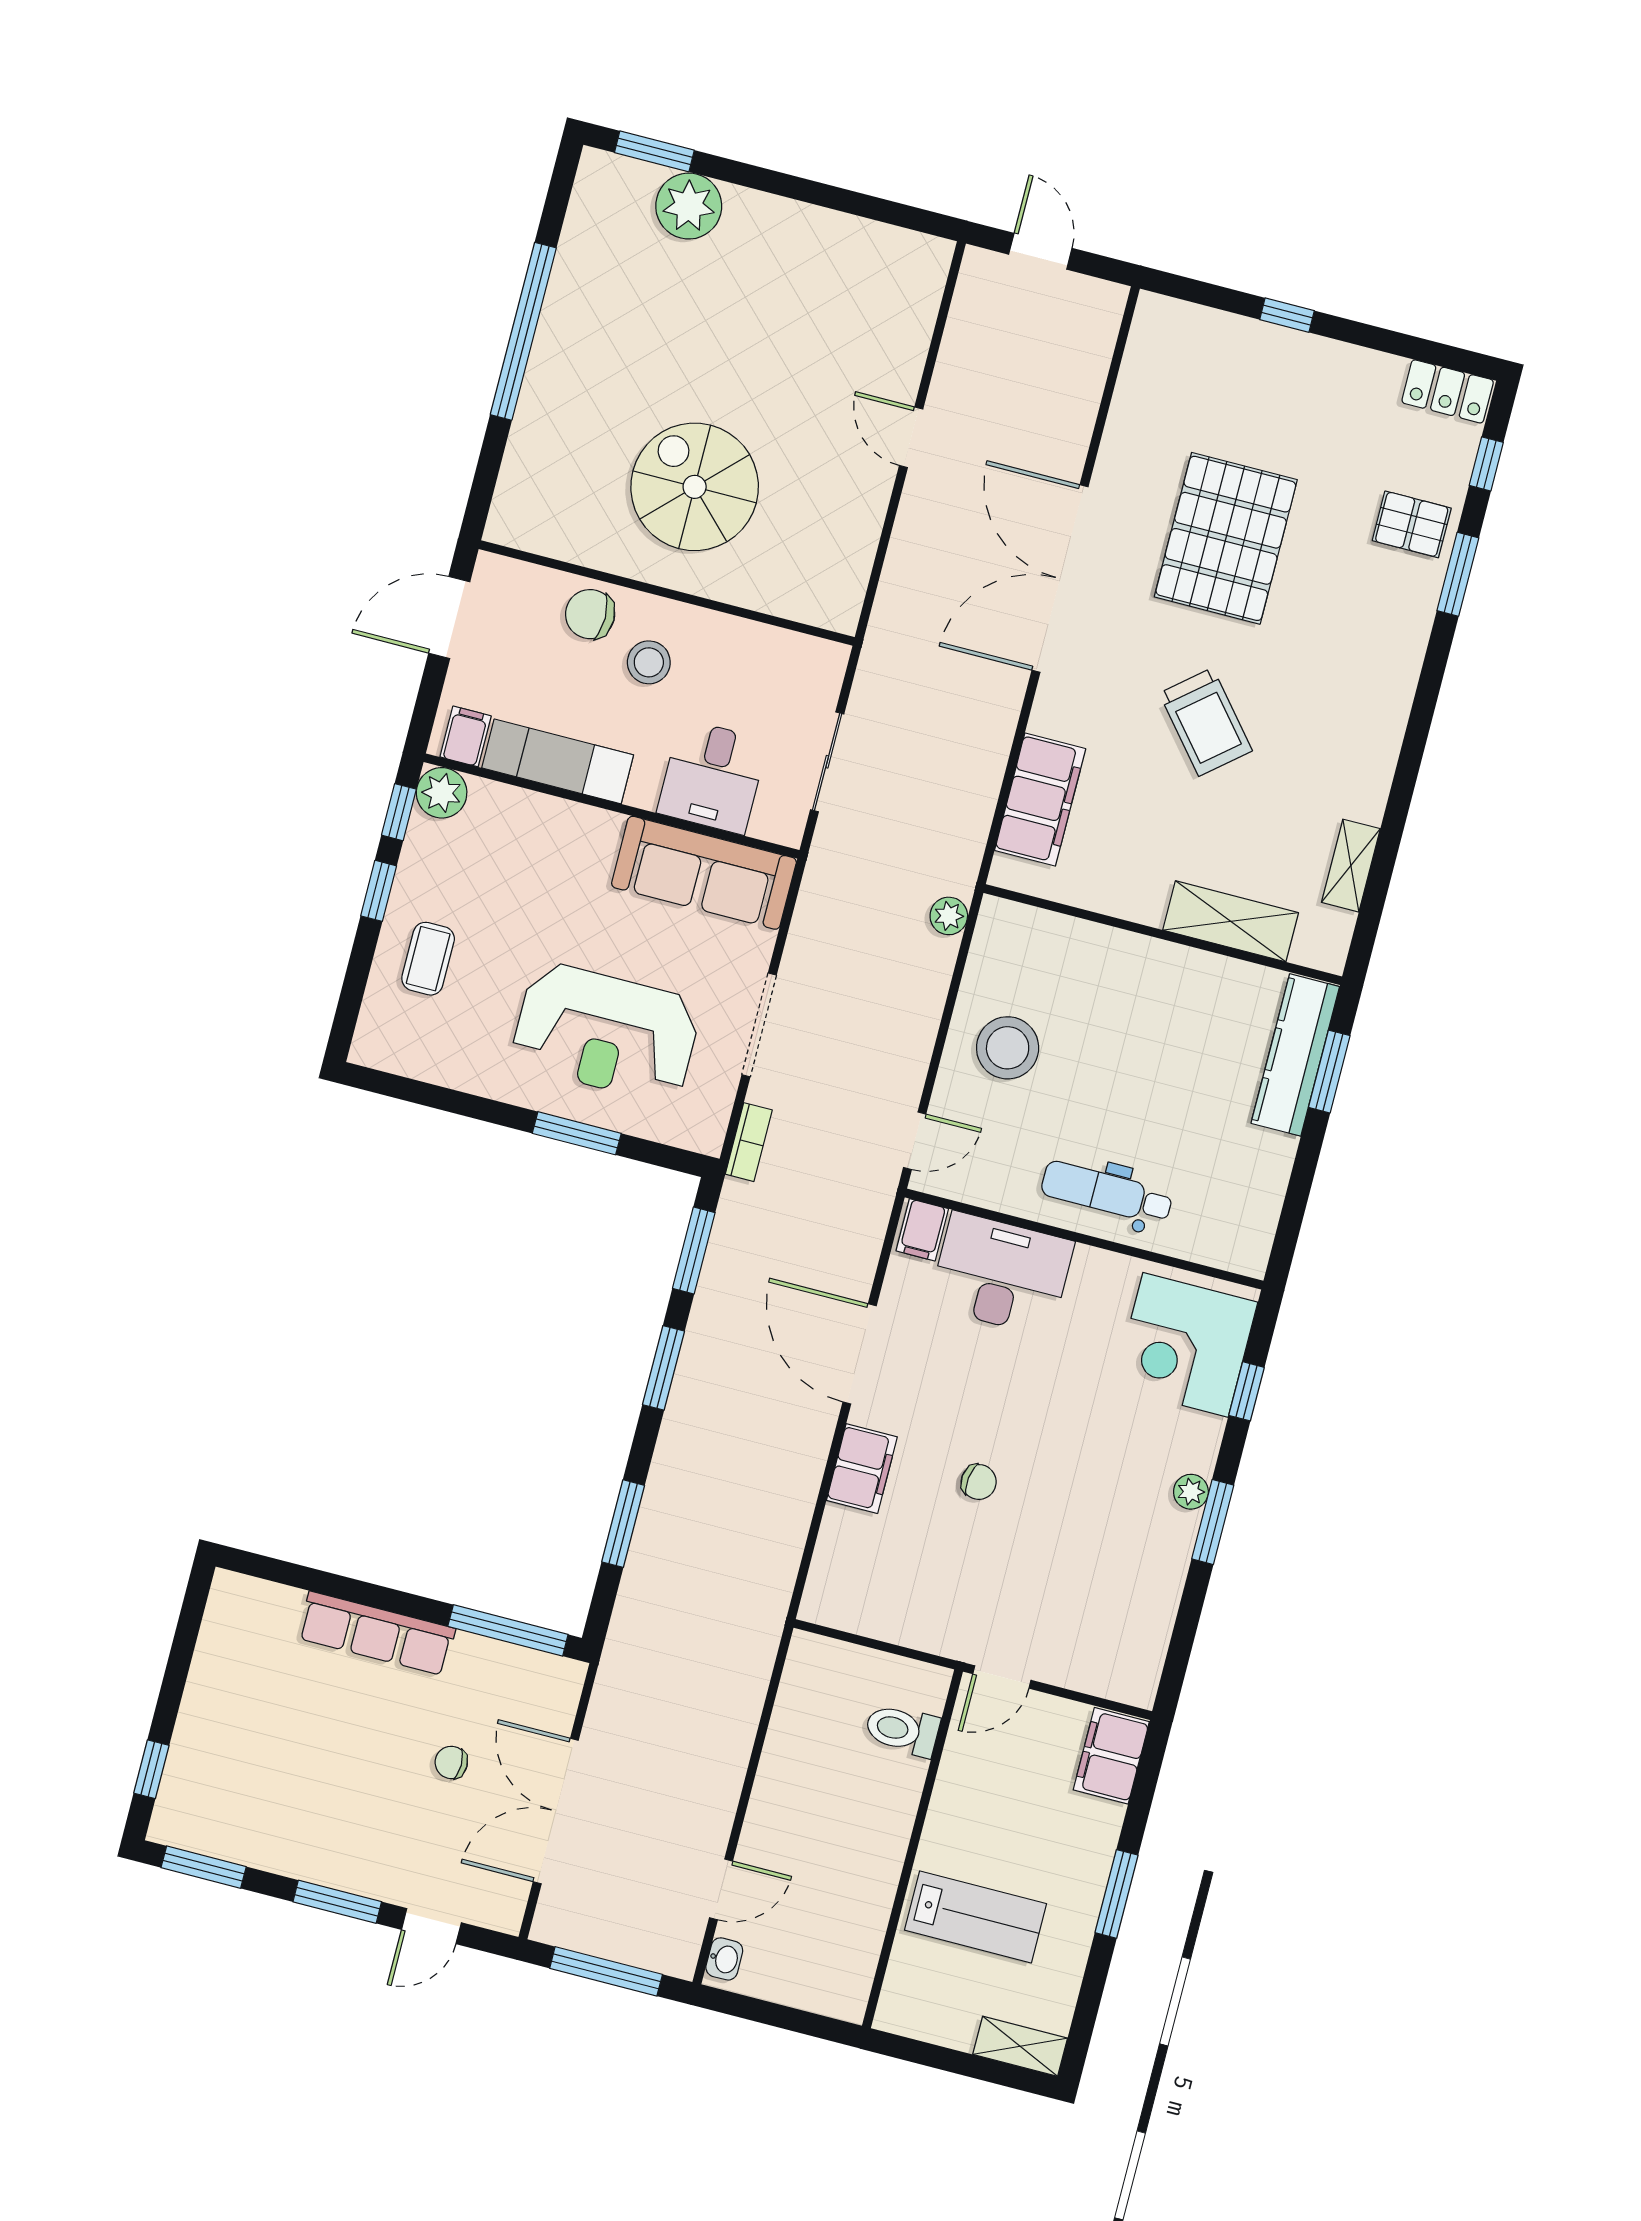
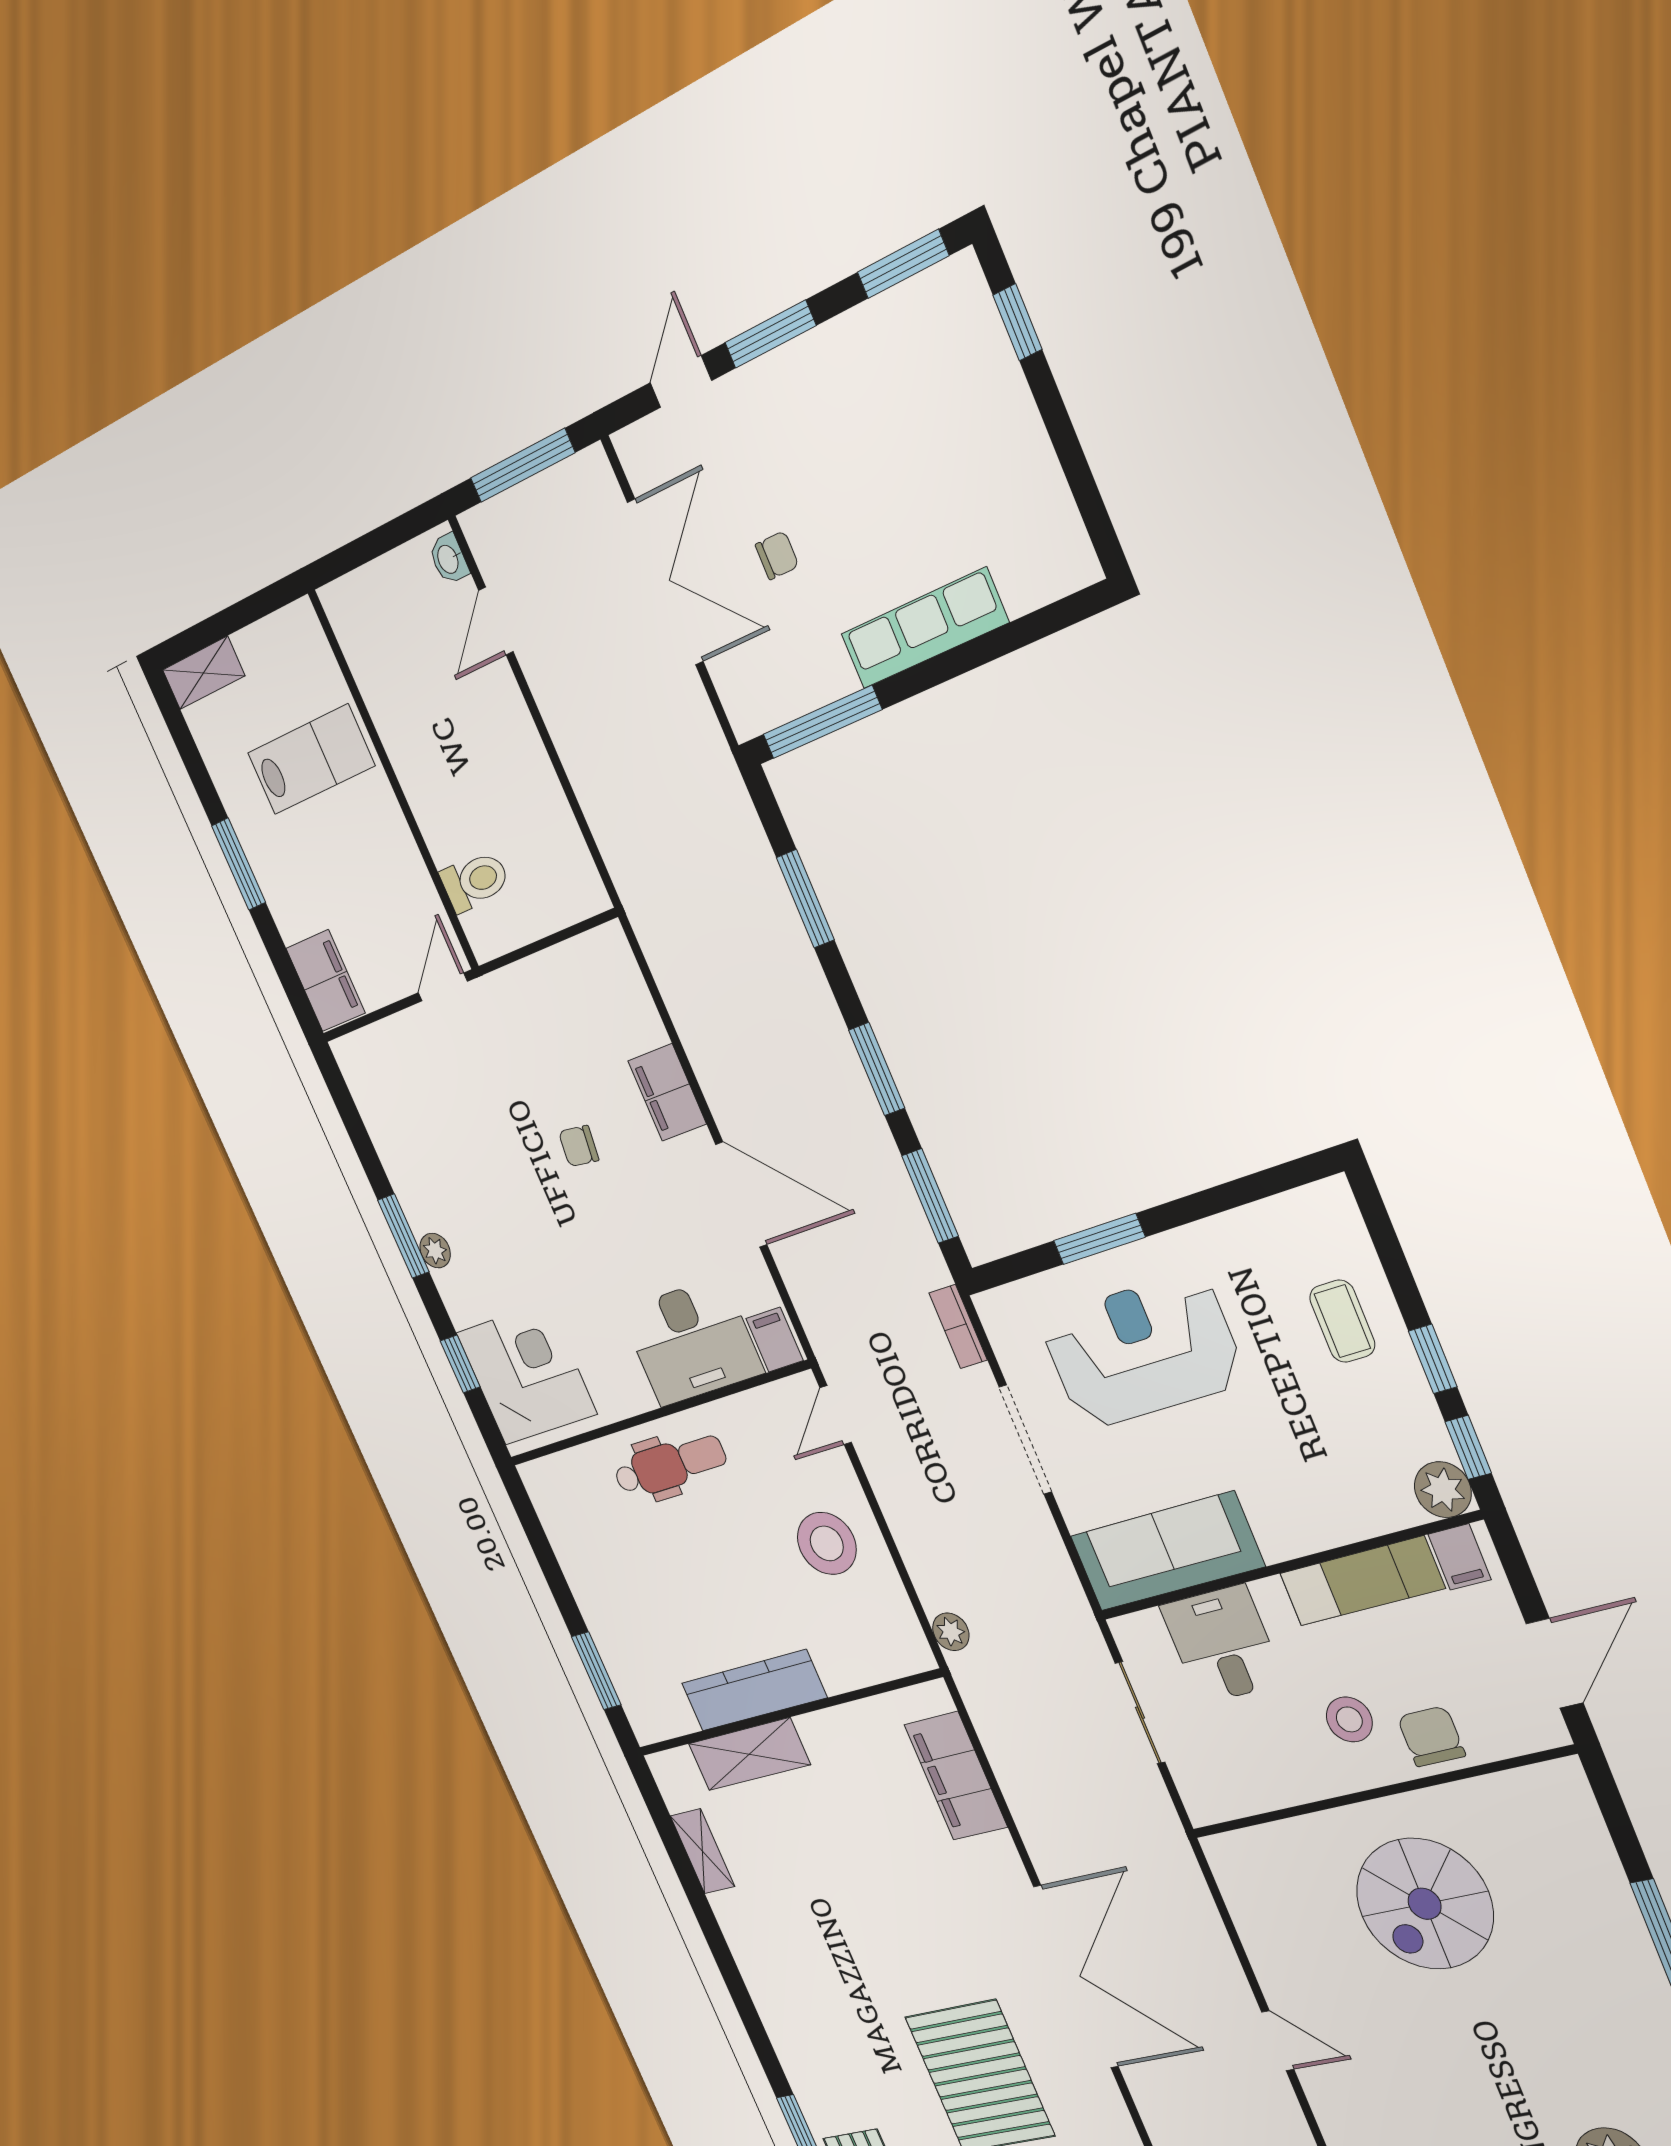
spiral stairs: (695, 487) -> (1425, 1904), turned 90
chair: (590, 614) -> (1431, 1736), turned -90
trolley: (1206, 722) -> (885, 1913), removed
kitchen counter: (1295, 1055) -> (754, 1690), moved, turned -90
lab bench: (976, 1917) -> (311, 759), turned 180

